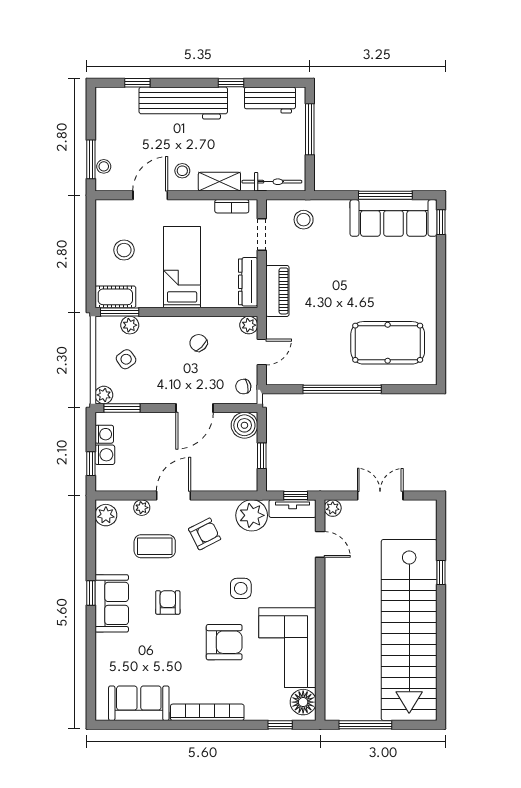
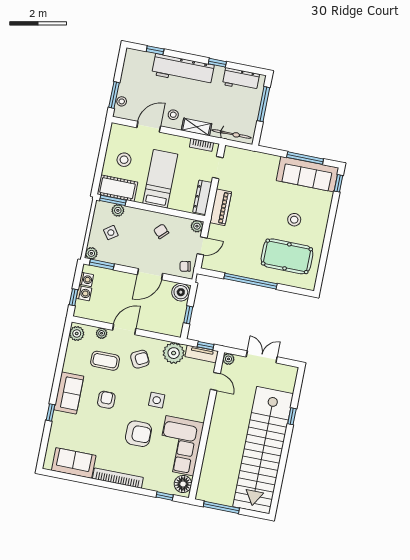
stool: (304, 220) -> (294, 220), moved
cot: (115, 297) -> (117, 188), width x1.37, depth x1.34
window: (91, 593) -> (51, 412), moved

